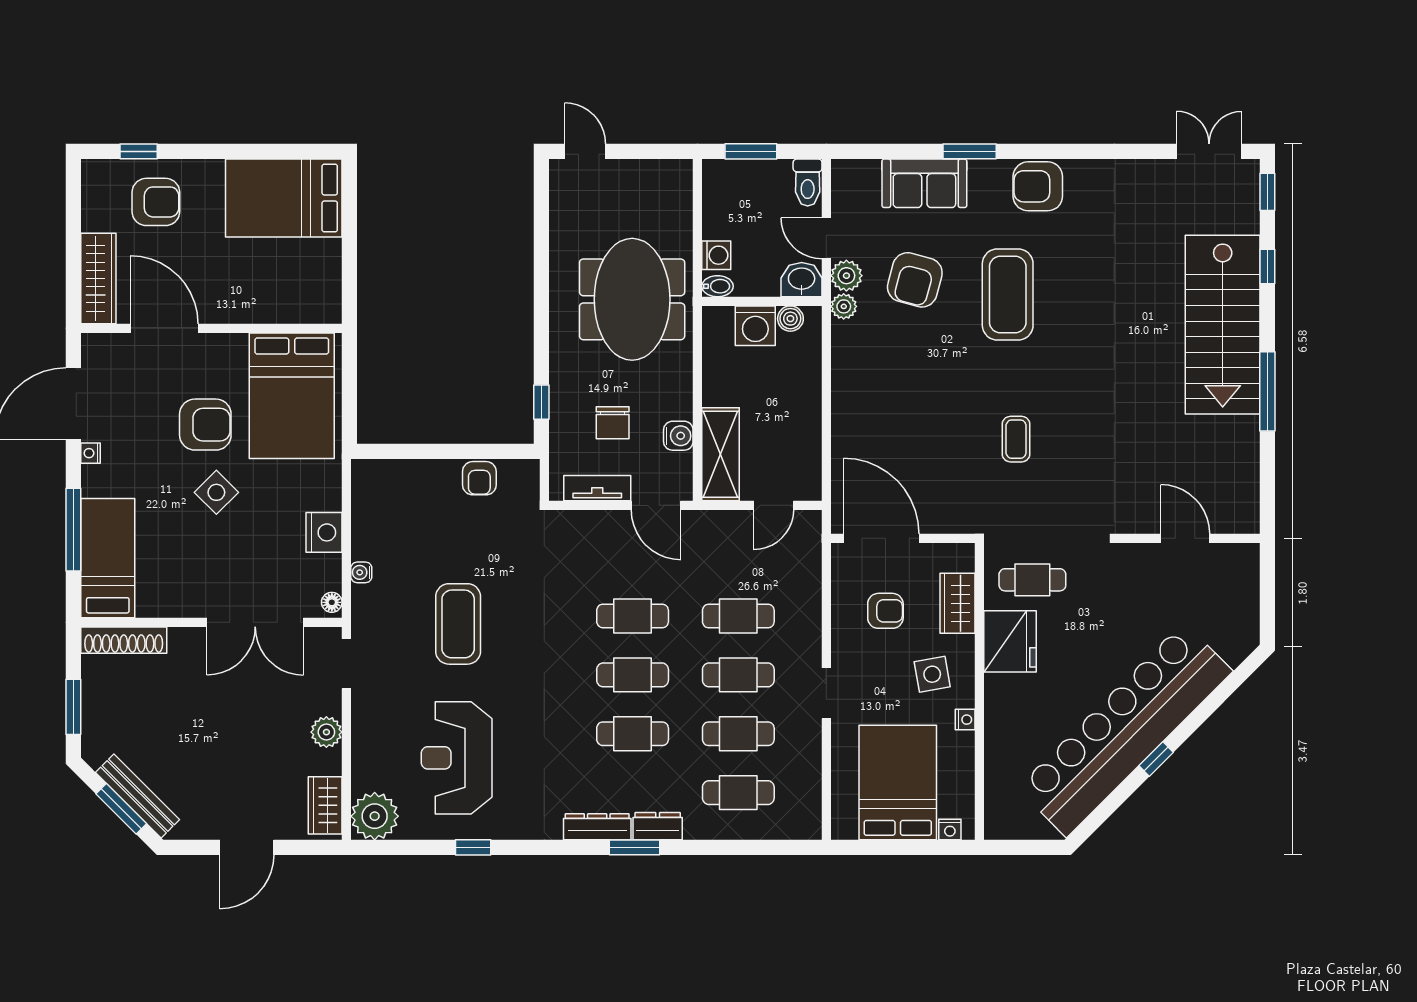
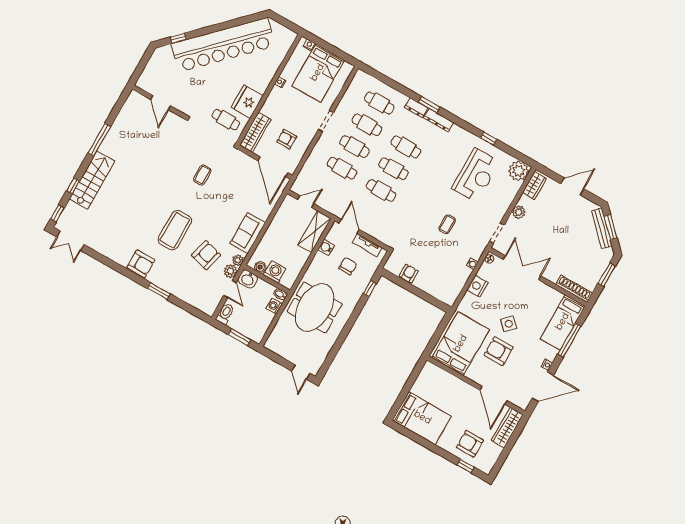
sofa: (924, 183) -> (248, 233), moved, turned -90
stairs: (1223, 325) -> (92, 180), width x0.73, depth x0.66
wardrobe: (957, 603) -> (255, 132), width x1.50
coffee table: (458, 624) -> (447, 224), width x0.54, depth x0.58
side table: (932, 674) -> (283, 106), removed
window: (1156, 759) -> (178, 38), moved

